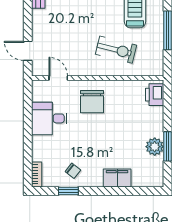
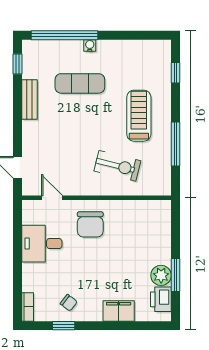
printer: (155, 95) -> (161, 299), moved

